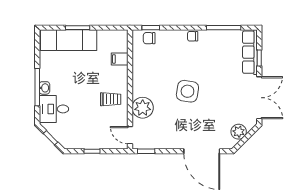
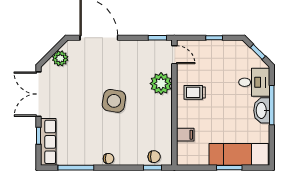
washbasin: (44, 88) -> (262, 110), width x1.91, depth x1.45

